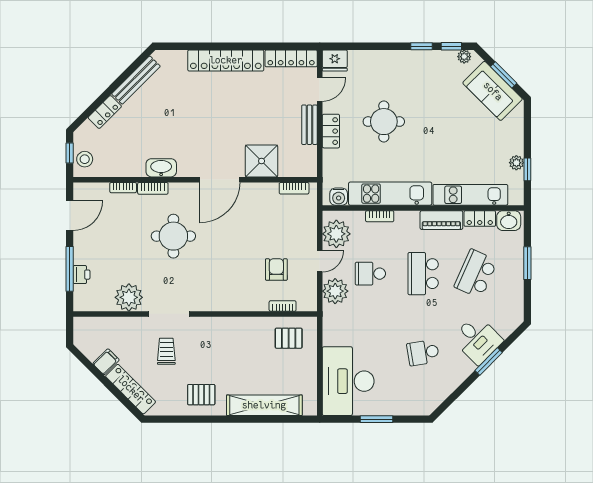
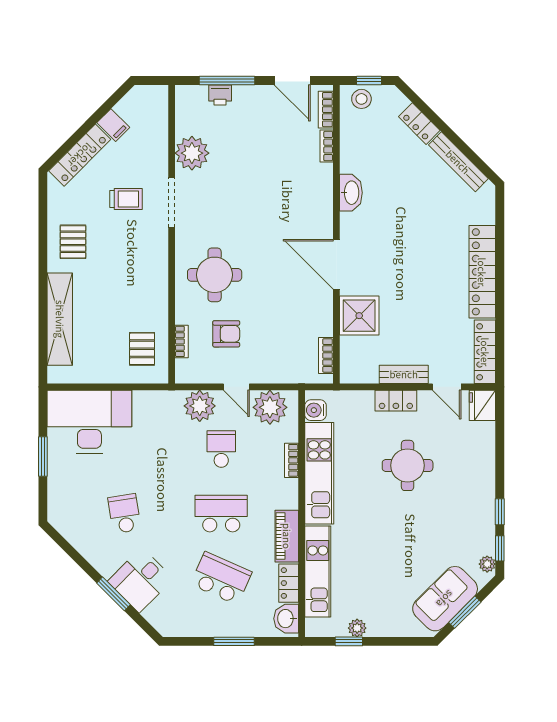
bookcase: (153, 188) -> (326, 110), moved
round table: (173, 236) -> (215, 275), moved

